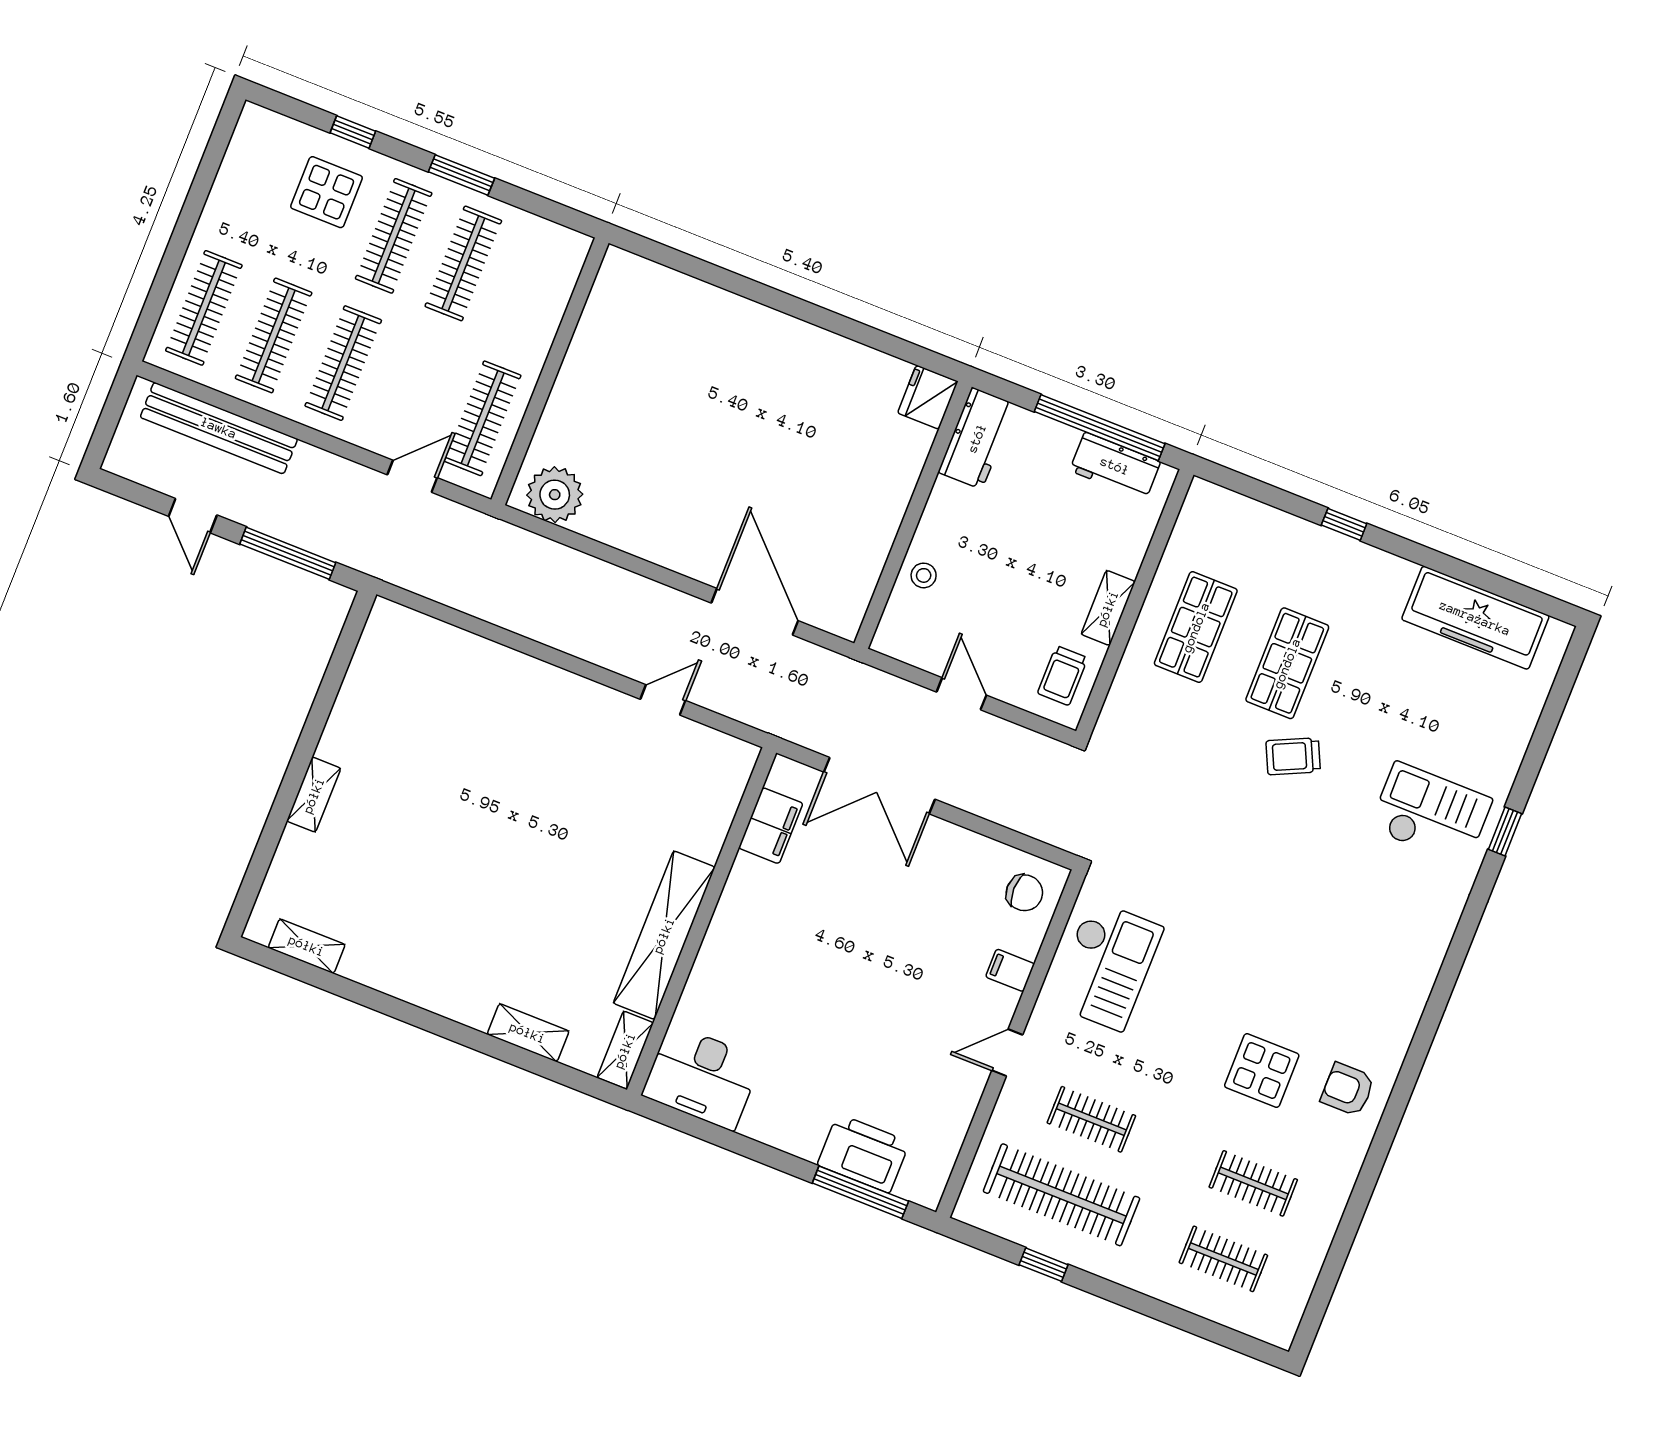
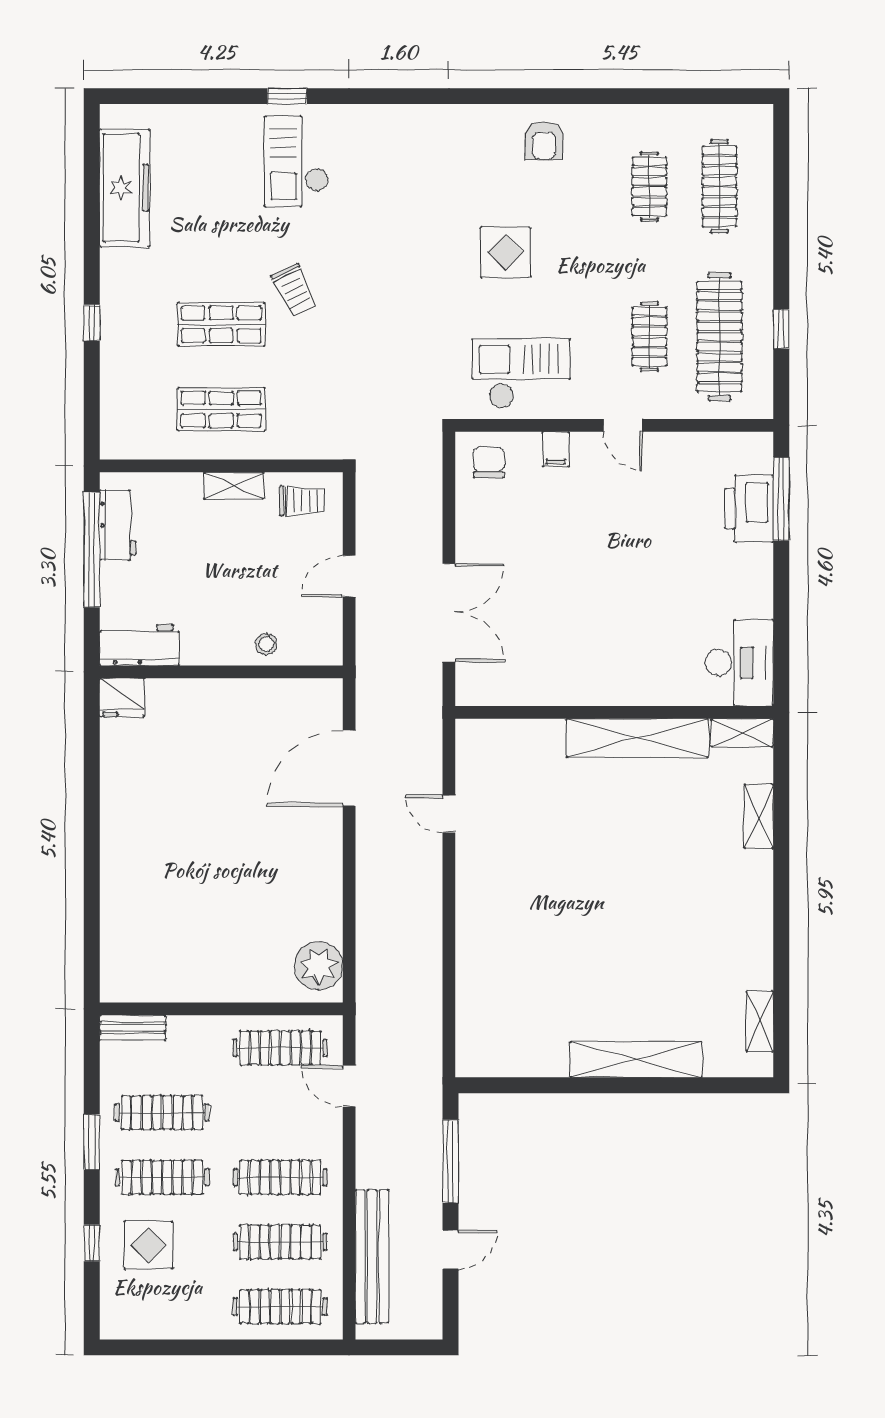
bench: (567, 268) -> (133, 1028), added
shelving: (314, 795) -> (636, 1059), width x2.20, depth x1.33
filing cabinet: (771, 826) -> (516, 687), removed
display table: (1262, 1071) -> (505, 252), moved
clothes rail: (1223, 1259) -> (720, 186), width x1.36

